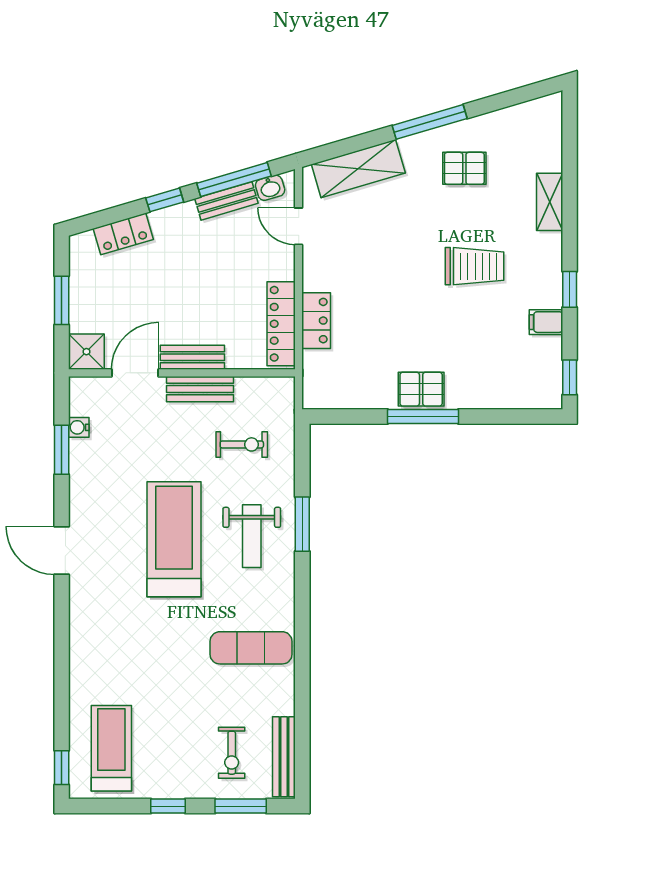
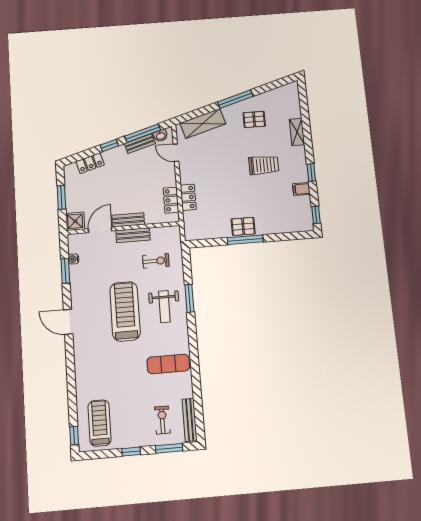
locker: (281, 324) -> (171, 200), width x0.66
exercise bike: (232, 753) -> (162, 420), turned 180

